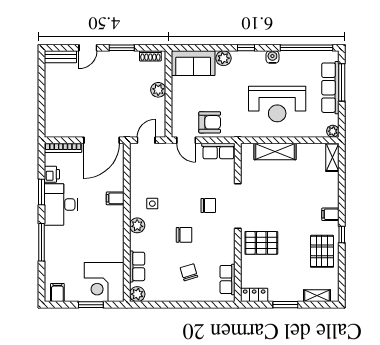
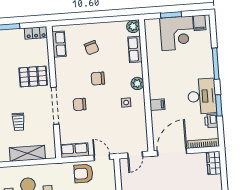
wardrobe: (52, 123) -> (214, 163), added
trolley: (283, 190) -> (18, 122), added
corner desk: (104, 282) -> (177, 33), moved, turned 90

